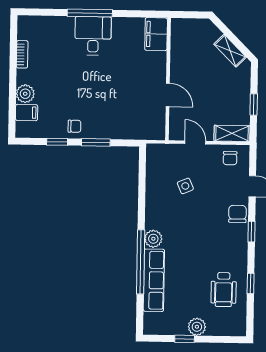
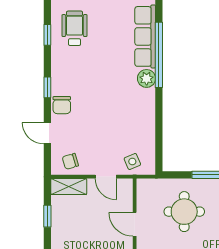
round table: (118, 107) -> (184, 212), added
chair: (230, 158) -> (70, 161), turned -106
side table: (185, 186) -> (132, 161), moved

